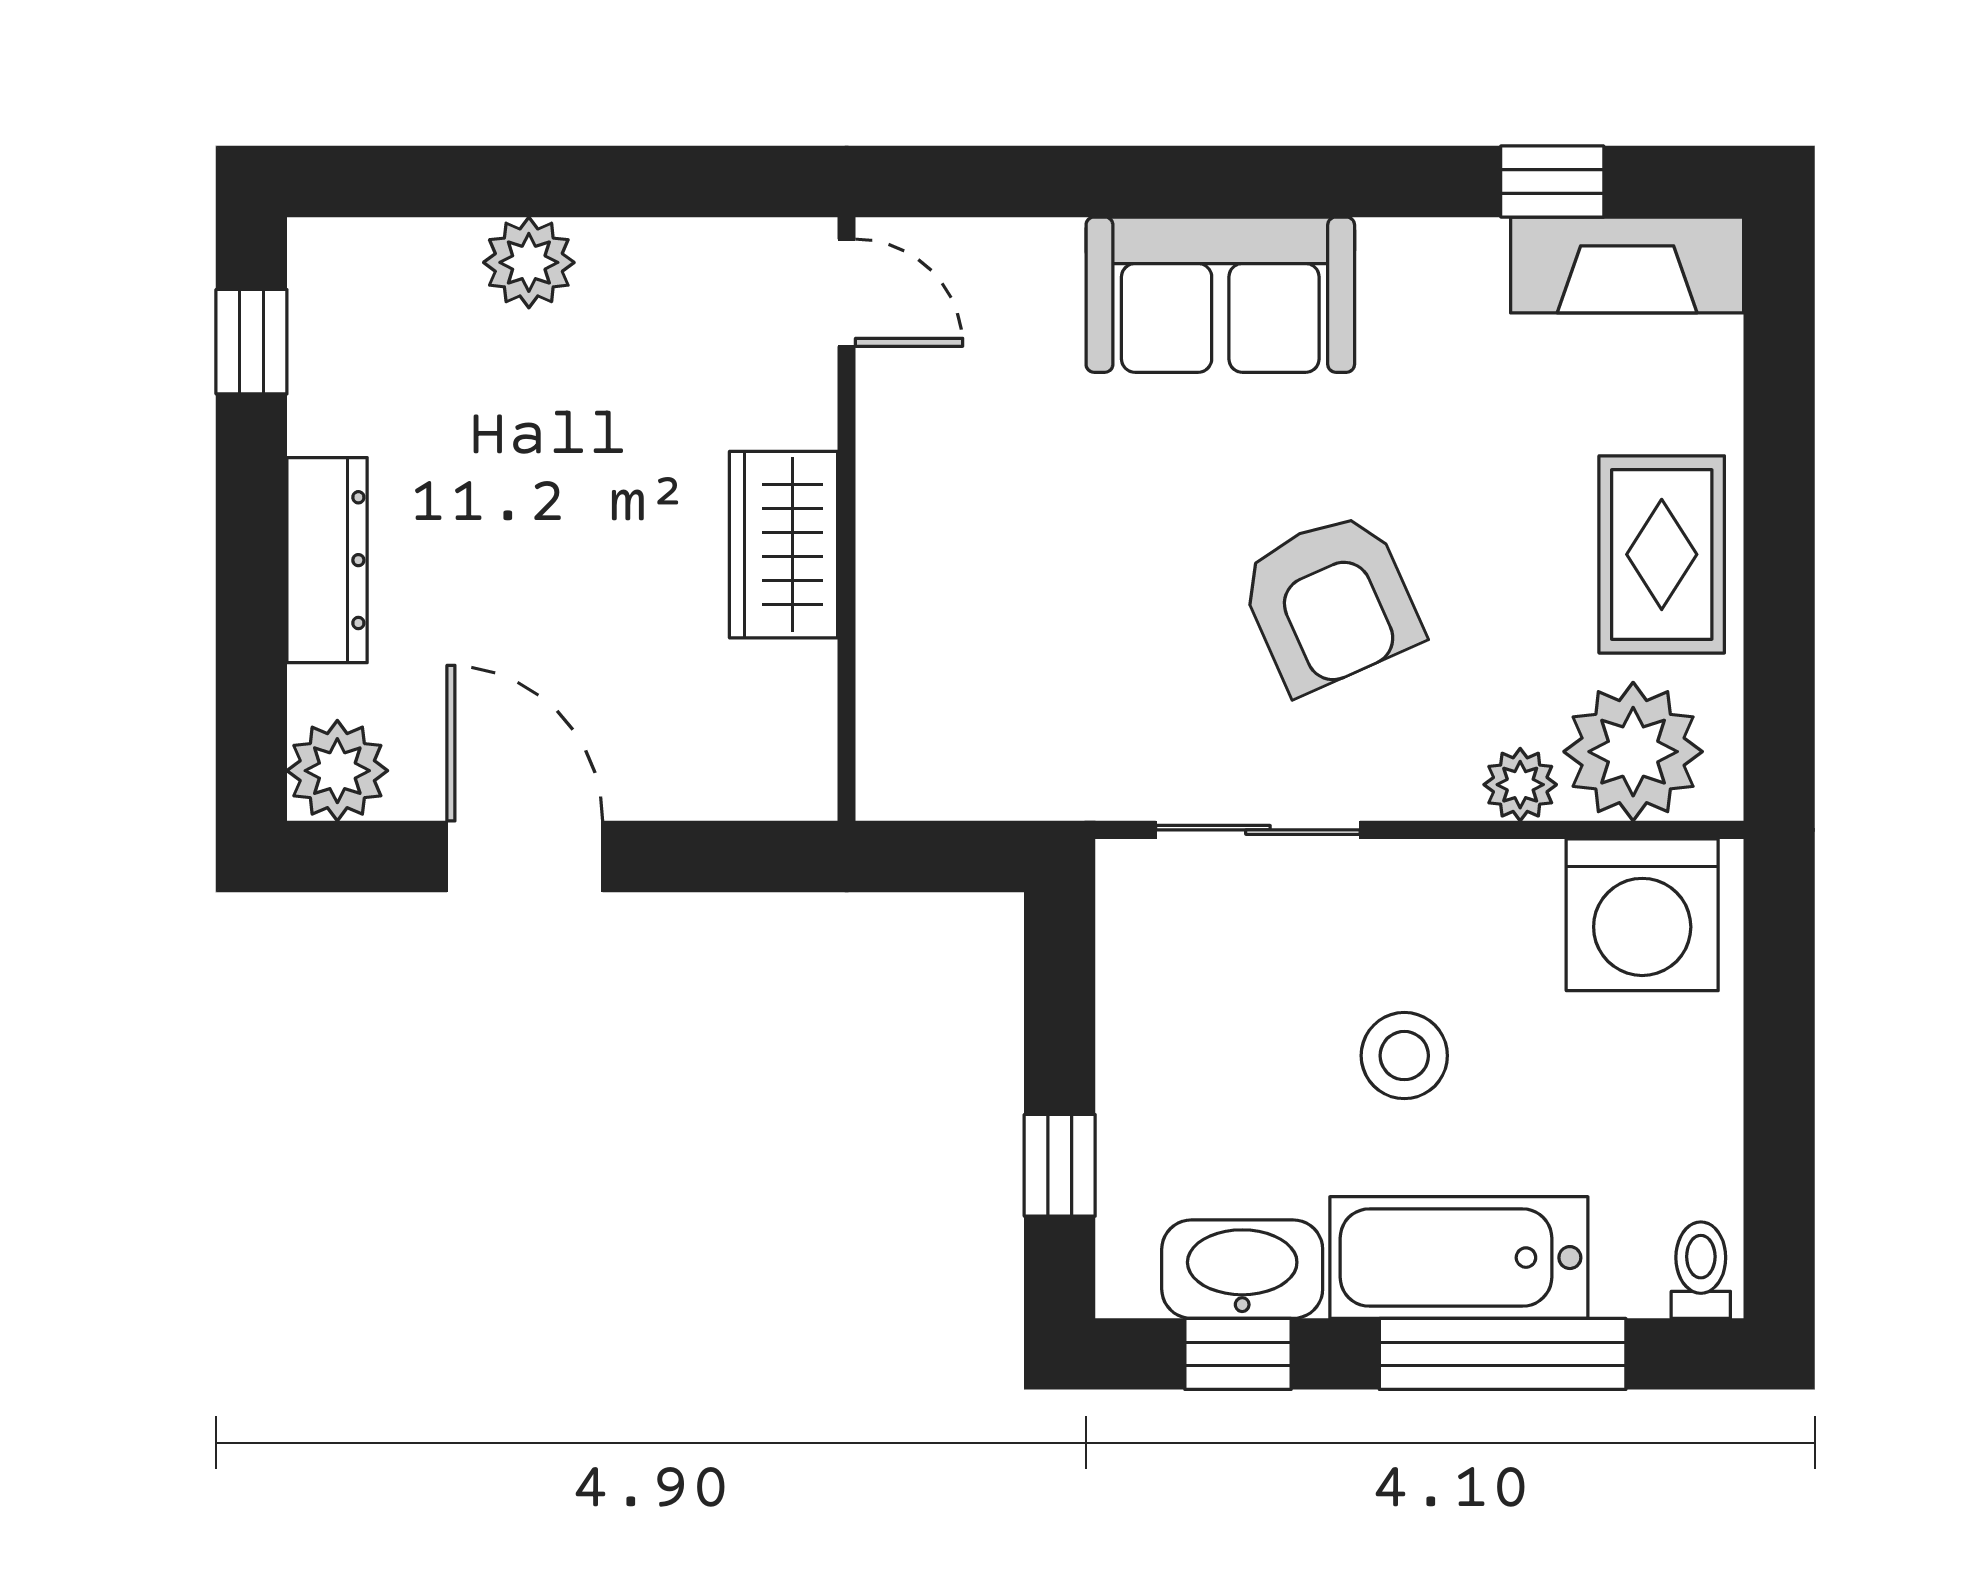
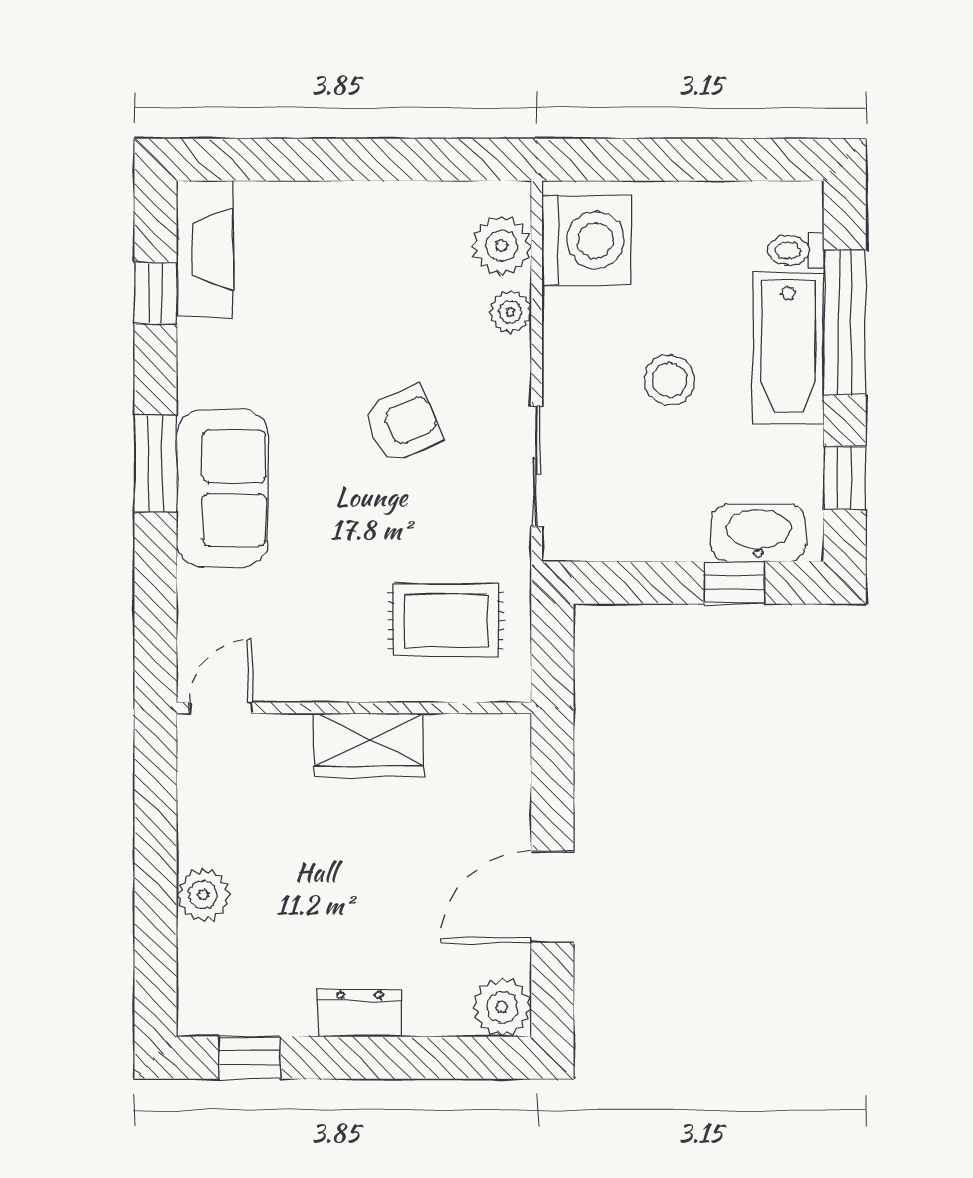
window: (1262, 181) -> (156, 463), added
rug: (1662, 554) -> (446, 620), moved
dresser: (327, 560) -> (360, 1013), width x0.70
armchair: (1330, 602) -> (403, 424), width x0.72, depth x0.72
plant: (1633, 752) -> (502, 246), width x0.73, depth x0.73
washbasin: (1242, 1269) -> (758, 533), moved, turned 90
toilet: (1701, 1270) -> (796, 250), moved

